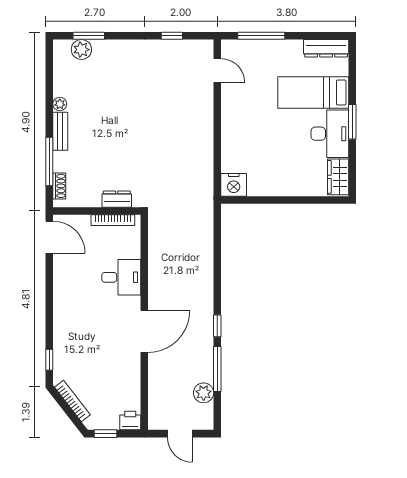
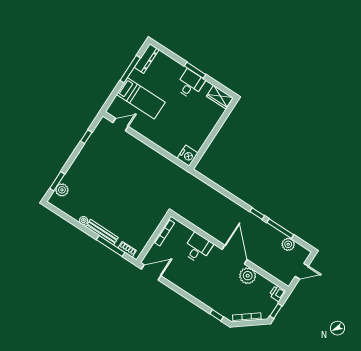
window: (261, 36) -> (130, 69), moved
bed: (313, 92) -> (141, 98), moved, turned -90
bench: (60, 131) -> (102, 232), width x1.36
desk: (330, 134) -> (190, 84), width x0.73
dresser: (117, 199) -> (154, 223), removed
plant: (128, 366) -> (248, 276), added

